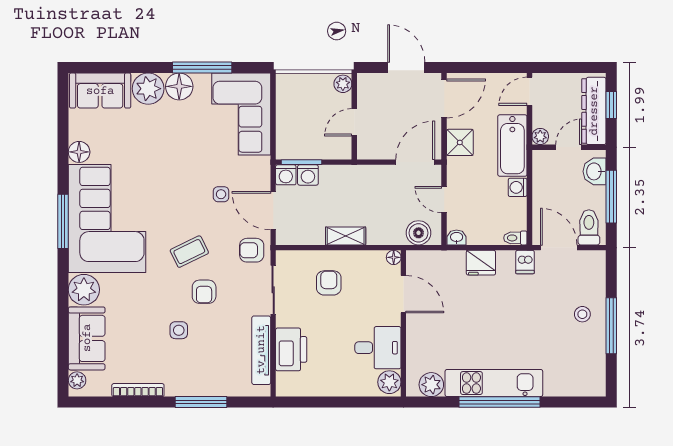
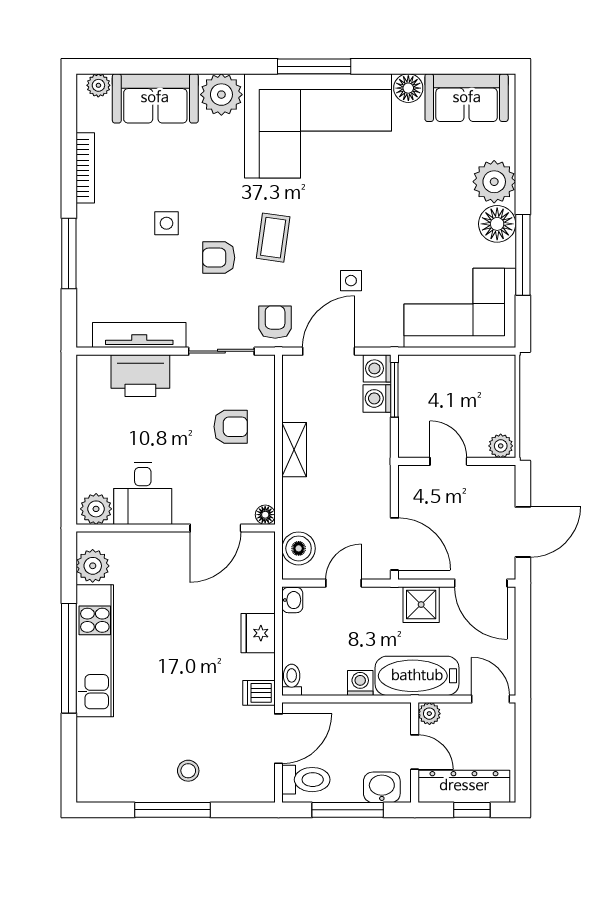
sofa: (100, 91) -> (467, 98), moved, turned -90
coffee table: (189, 252) -> (273, 238), turned 34

